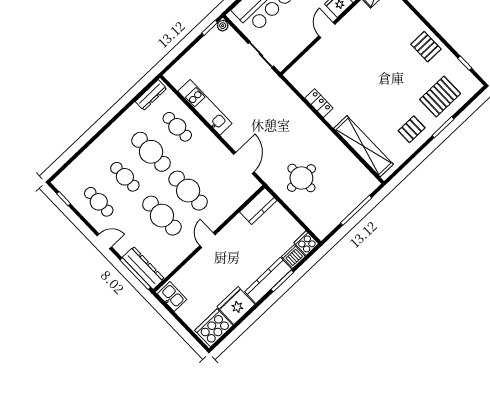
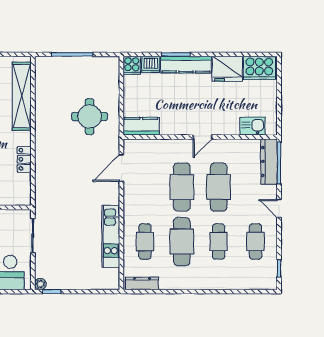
kitchen sink: (172, 297) -> (253, 126), moved, turned 90

